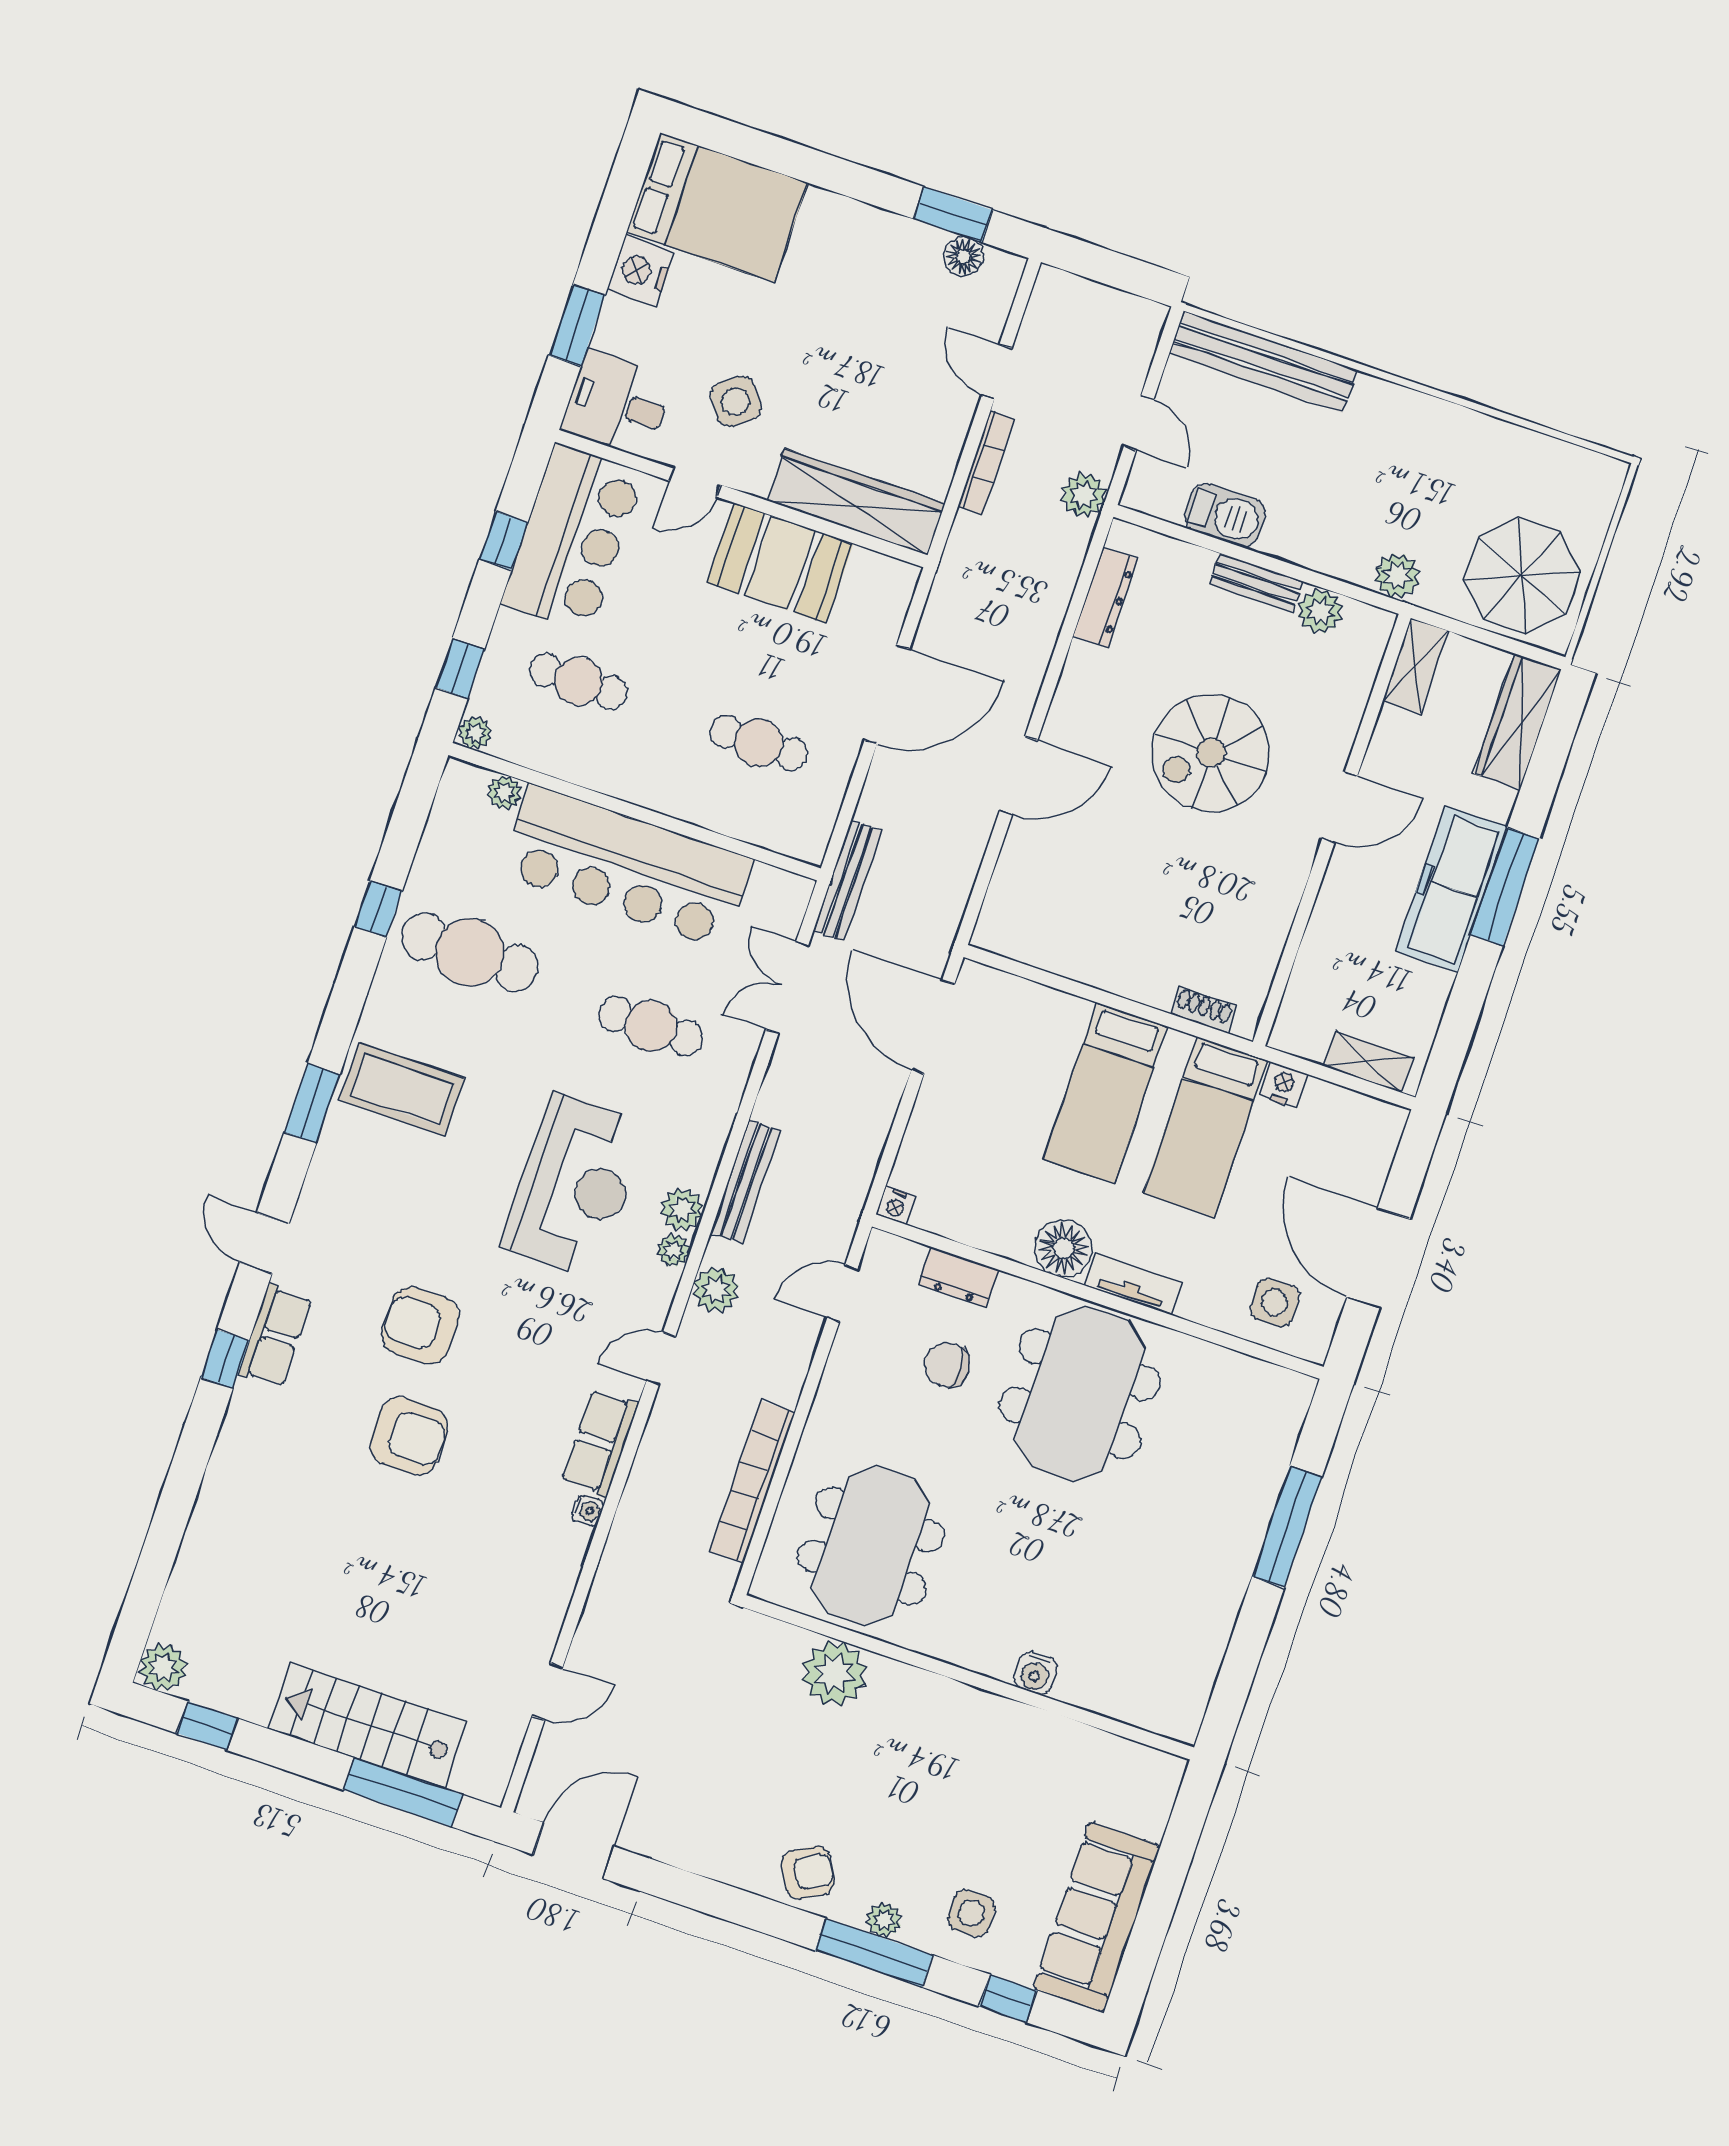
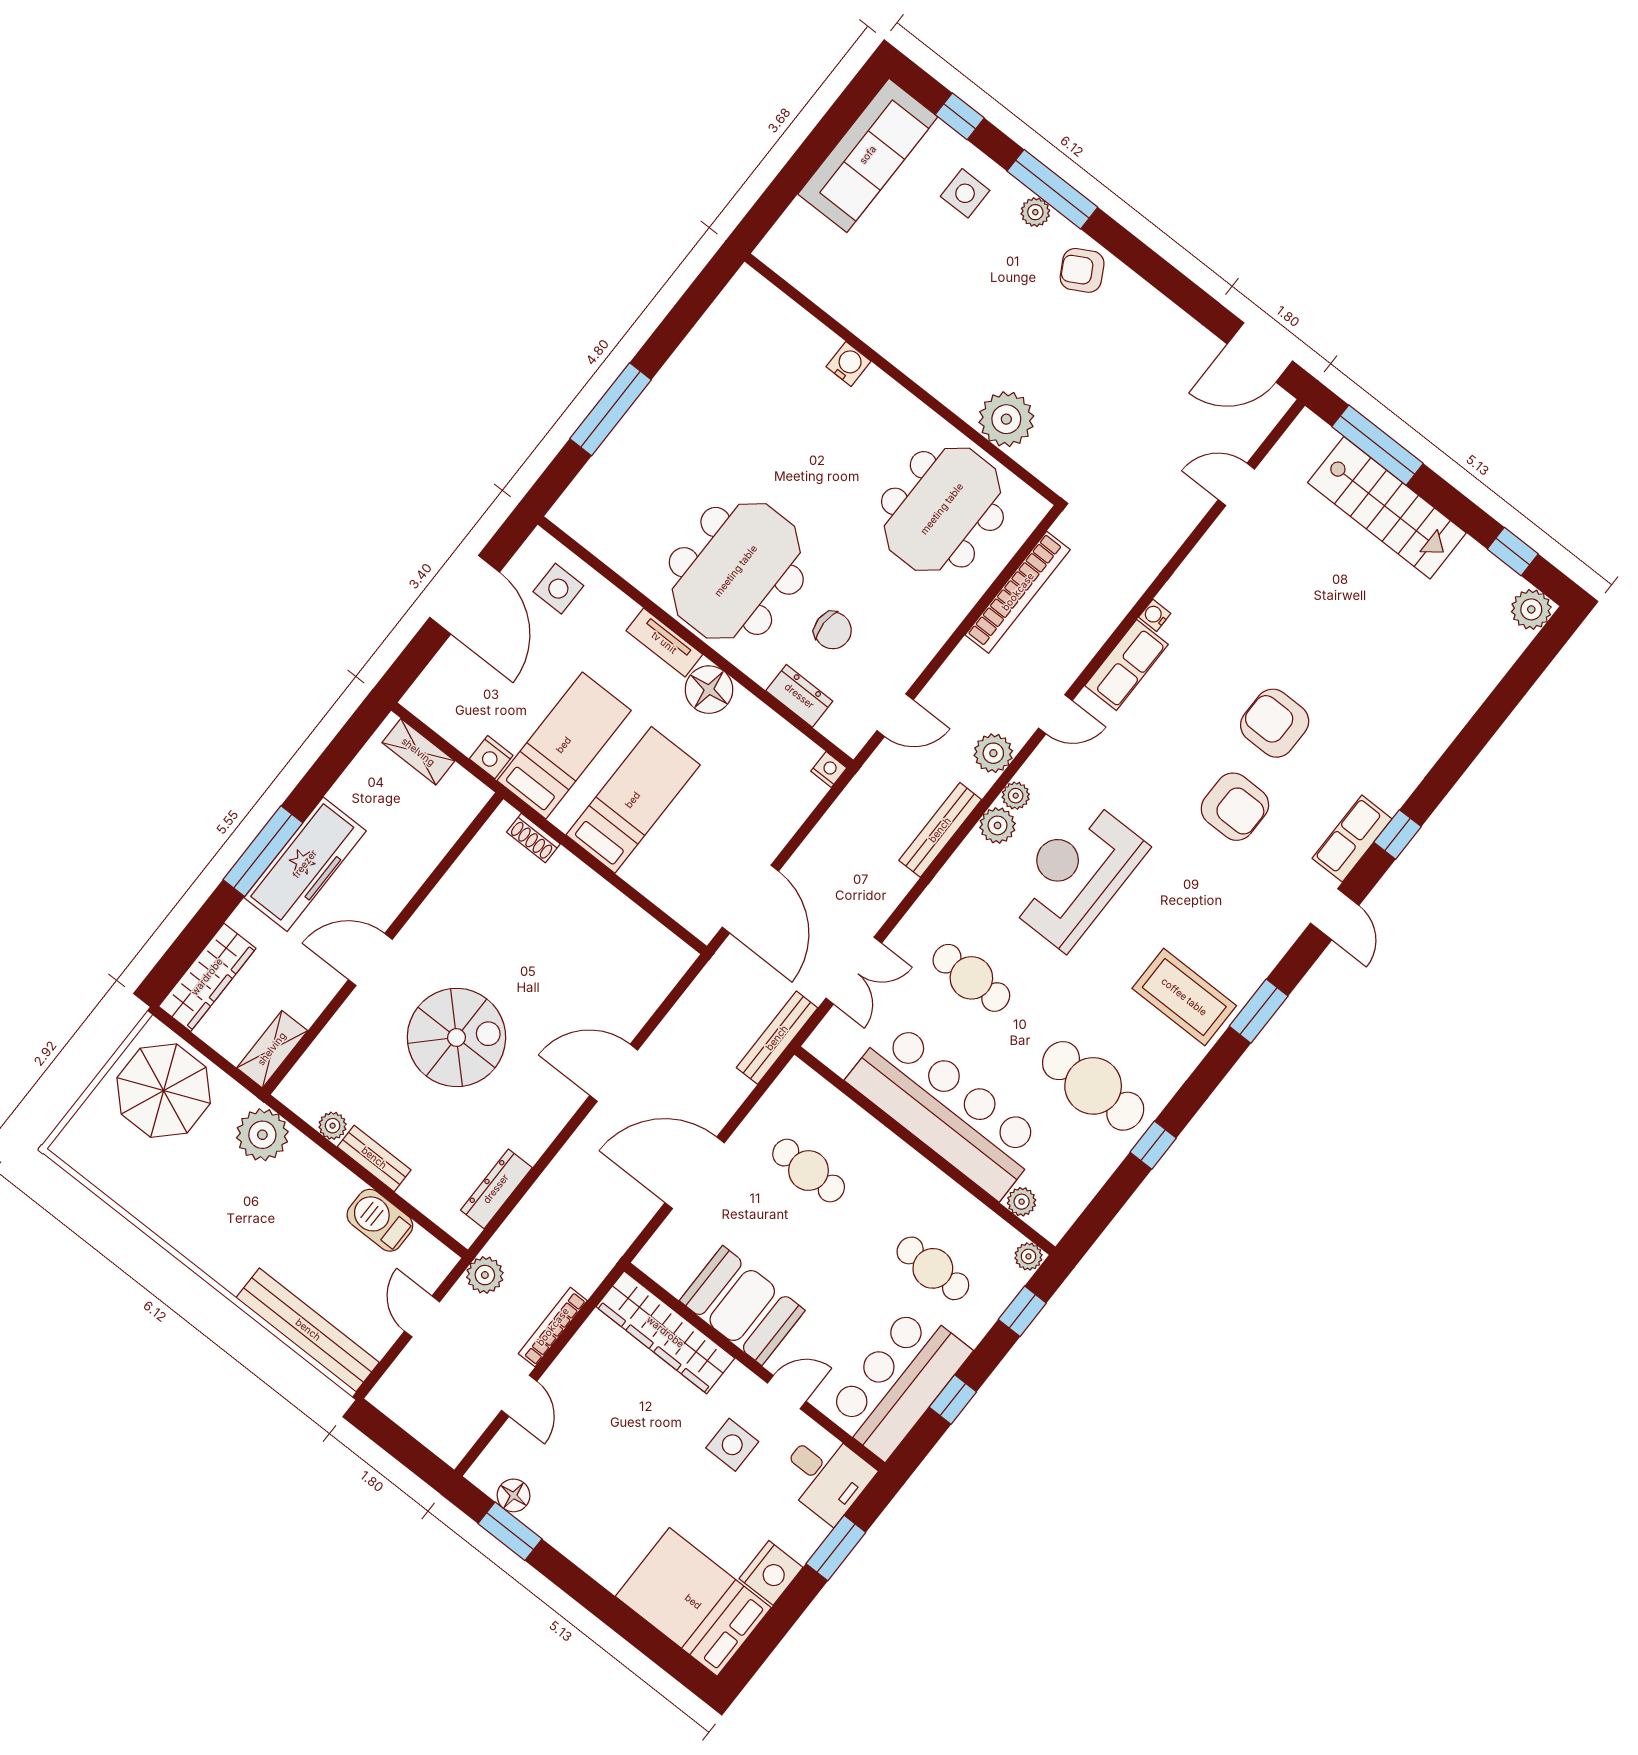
side table: (736, 401) -> (732, 1445), turned 38
plant: (1397, 576) -> (262, 1135), width x1.36, depth x1.36
plant: (1320, 611) -> (333, 1126), width x0.73, depth x0.73

